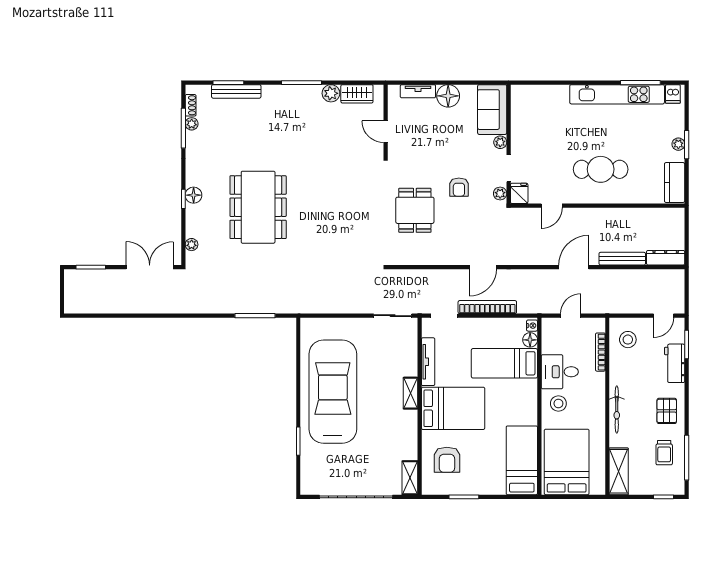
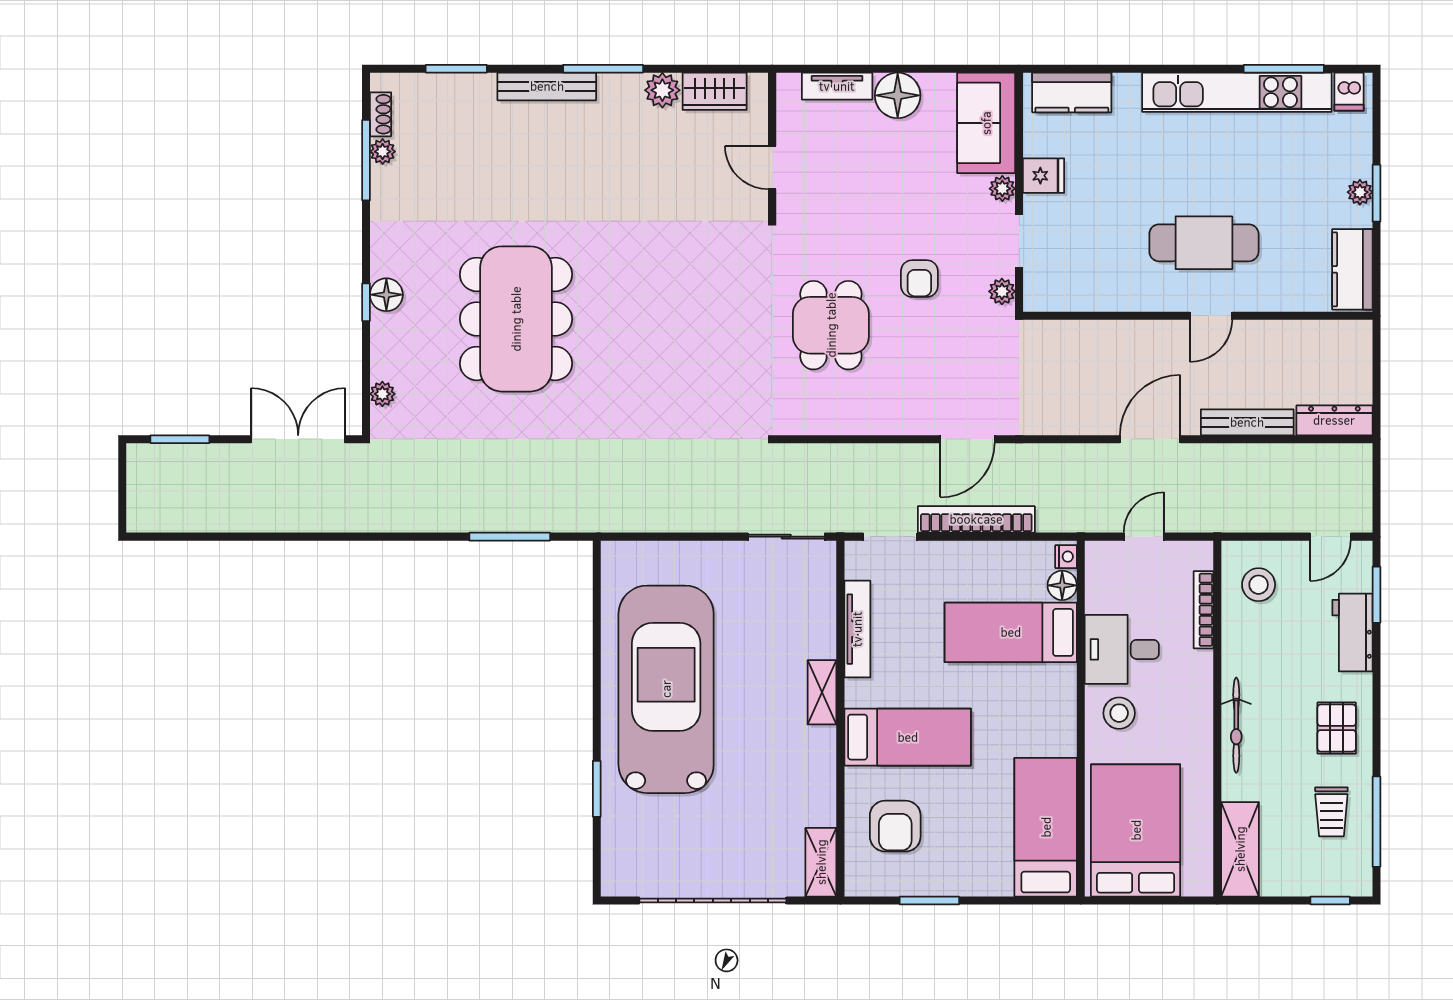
bench: (236, 91) -> (547, 86), moved
kitchen counter: (535, 94) -> (1072, 93), added
fridge: (519, 193) -> (1044, 176), moved, turned 90
door: (552, 206) -> (1211, 316), moved
bed: (453, 408) -> (908, 737), width x0.67

